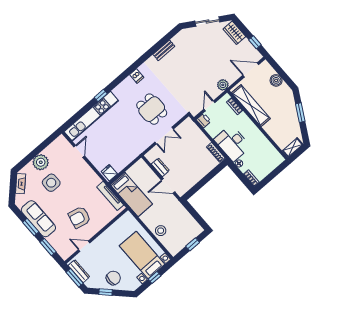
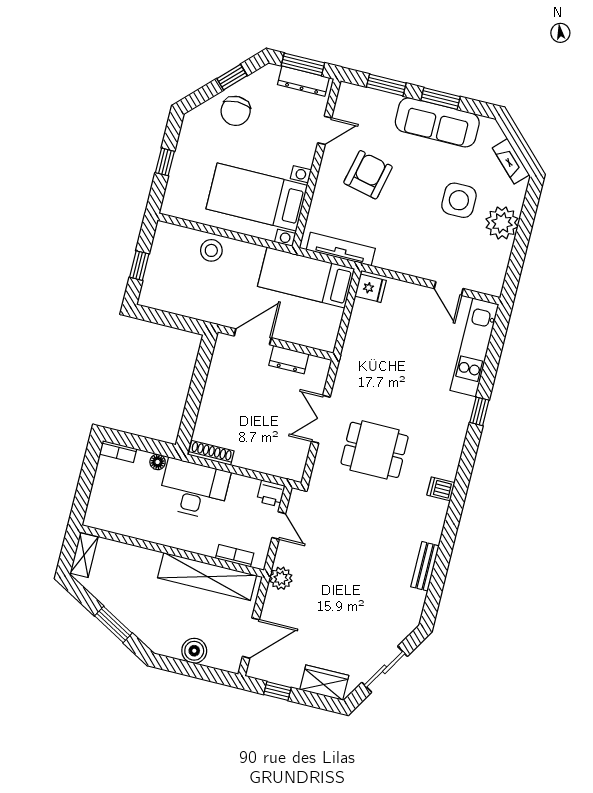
kitchen unit: (91, 116) -> (474, 347), width x0.73
bed with nightstands: (142, 255) -> (257, 197), moved, turned 180

